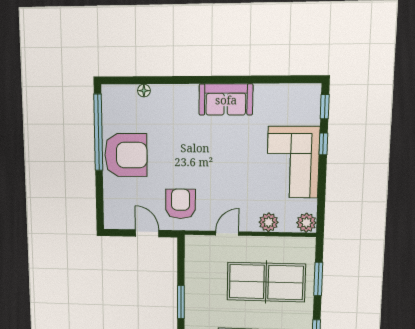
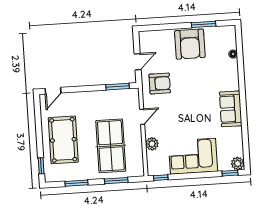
window: (98, 132) -> (204, 24), width x0.47
window: (323, 144) -> (161, 178), moved
plant: (306, 223) -> (238, 163), moved
door: (227, 233) -> (142, 117), hinge flipped
window: (181, 302) -> (118, 87), moved

